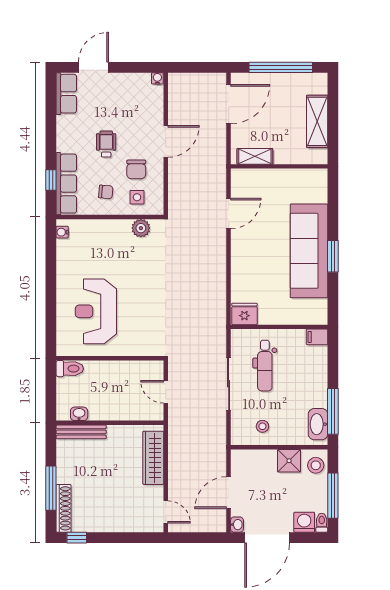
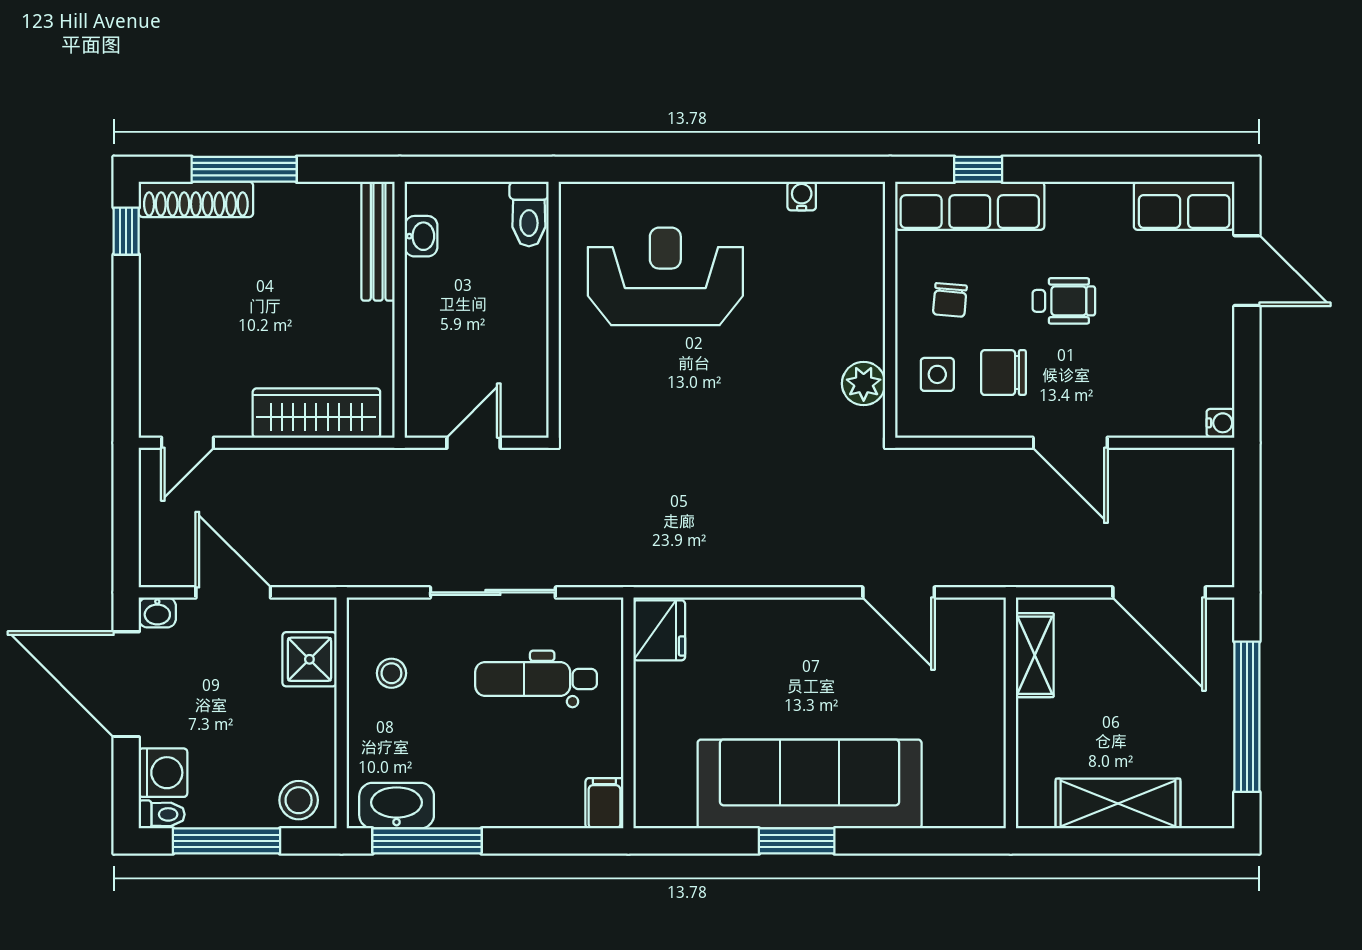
water cooler: (62, 232) -> (802, 196), moved
shower: (289, 461) -> (309, 659), moved

